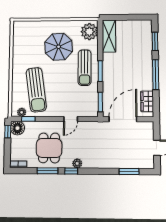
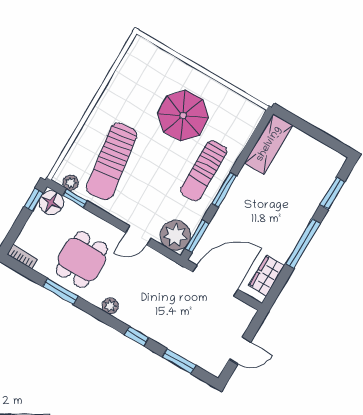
plant: (89, 32) -> (175, 235), moved
window: (71, 171) -> (137, 336), moved

